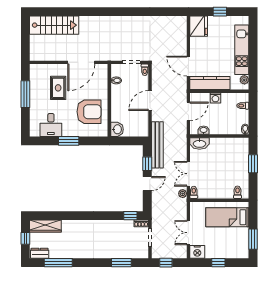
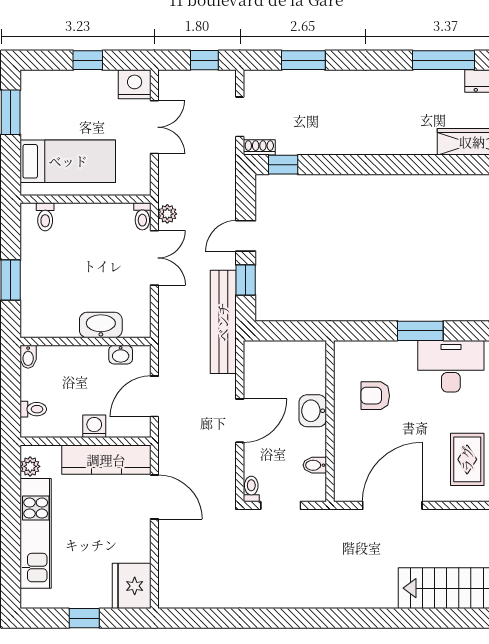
rug: (58, 88) -> (467, 459), moved
armchair: (89, 112) -> (375, 396), width x0.53, depth x0.53
desk: (51, 125) -> (451, 366), width x1.37
washbasin: (117, 129) -> (313, 411), moved
washbasin: (200, 144) -> (101, 325), moved

